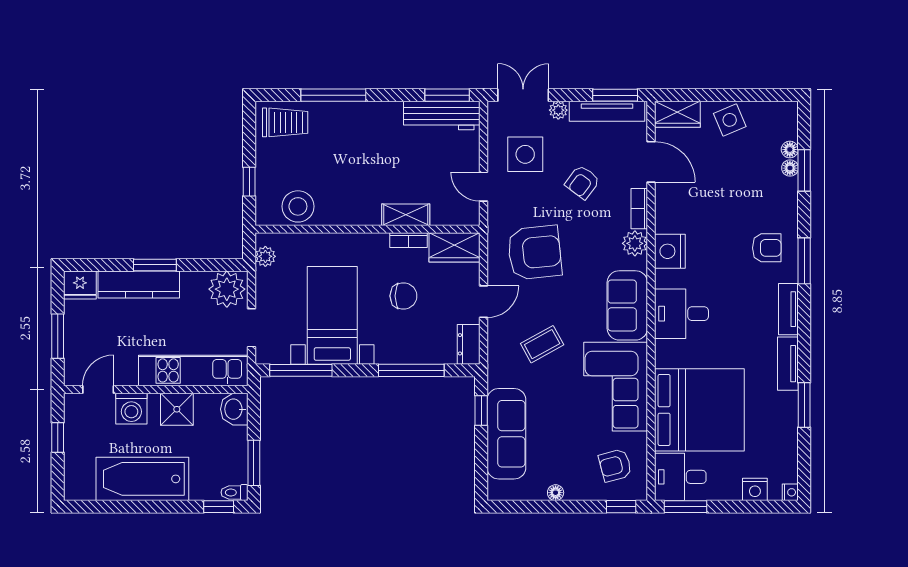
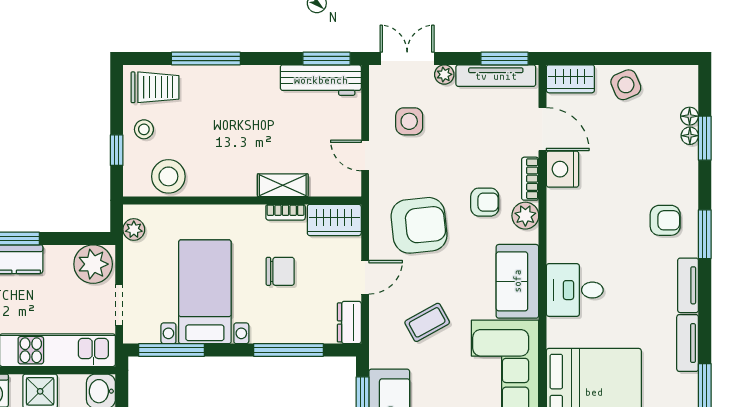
side table: (525, 154) -> (409, 121), width x0.73, depth x0.73
stool: (275, 162) -> (144, 129), added
armchair: (582, 182) -> (485, 202), moved, turned -127
nightstand: (670, 251) -> (563, 169), moved

